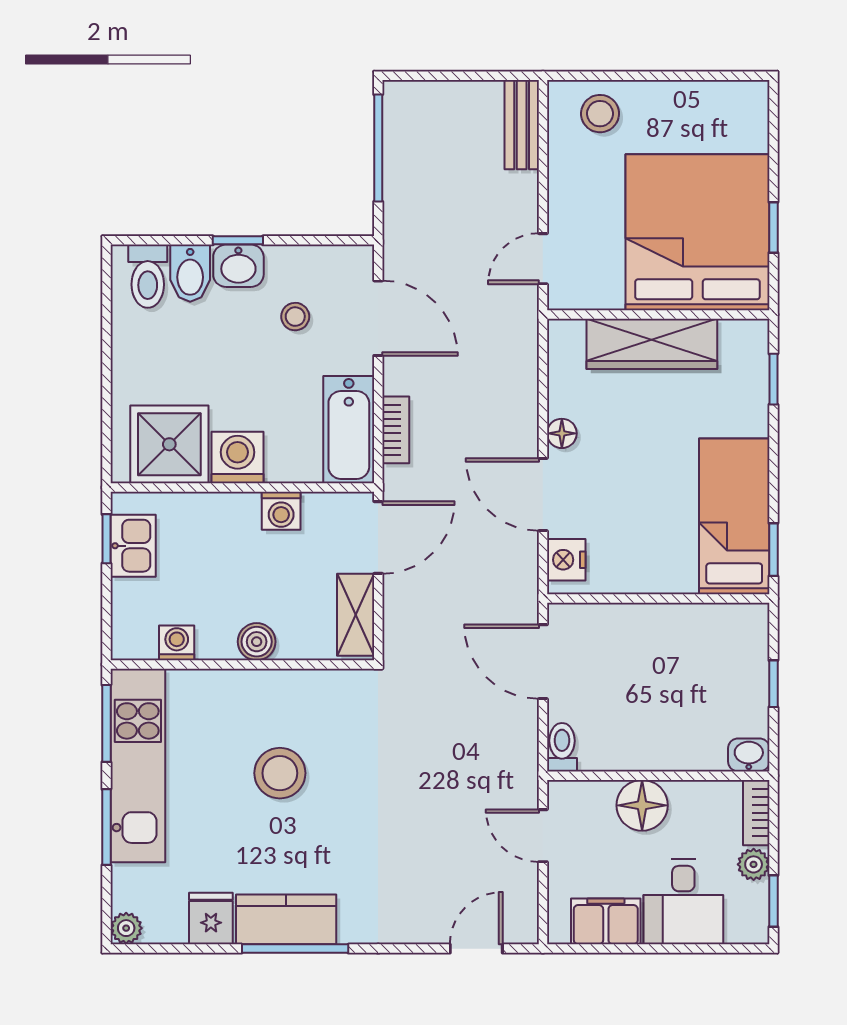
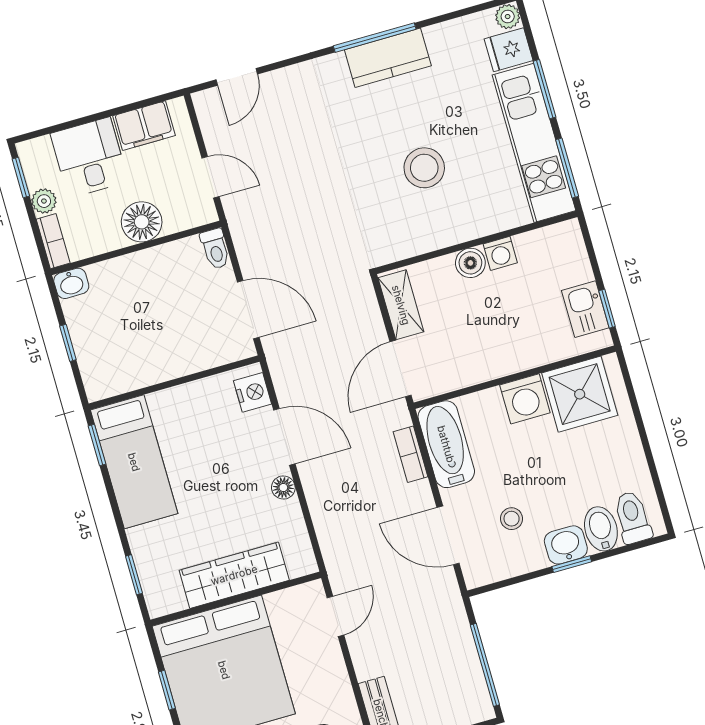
washing machine: (281, 511) -> (480, 368), removed
washing machine: (177, 643) -> (500, 253), moved
fridge: (211, 919) -> (509, 50), moved, turned 90

